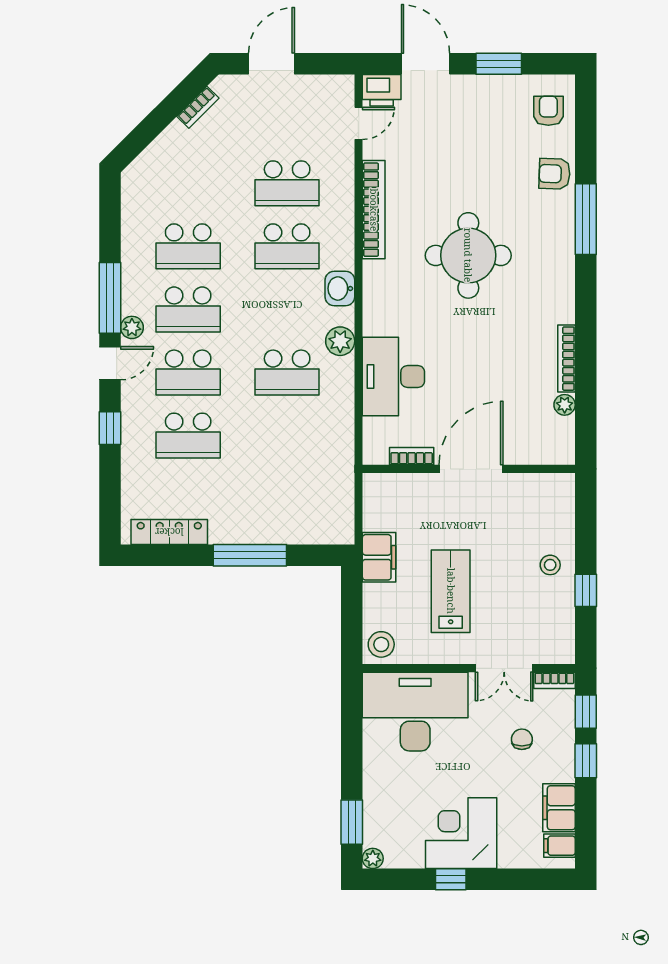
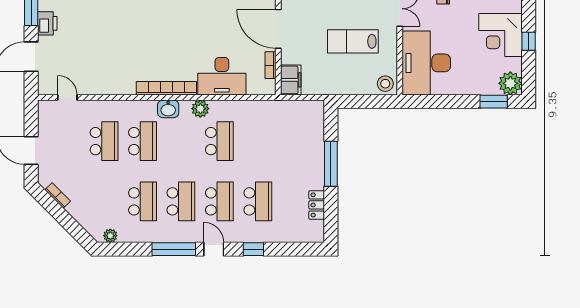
printer: (382, 90) -> (47, 23), moved
bookcase: (374, 210) -> (166, 88), moved
round table: (468, 255) -> (148, 31), removed
plant: (132, 327) -> (110, 236), moved
locker: (169, 532) -> (317, 205), width x0.66
filing cabinet: (379, 557) -> (291, 80), moved, turned 90
plant: (373, 858) -> (510, 83), width x1.88, depth x1.88

